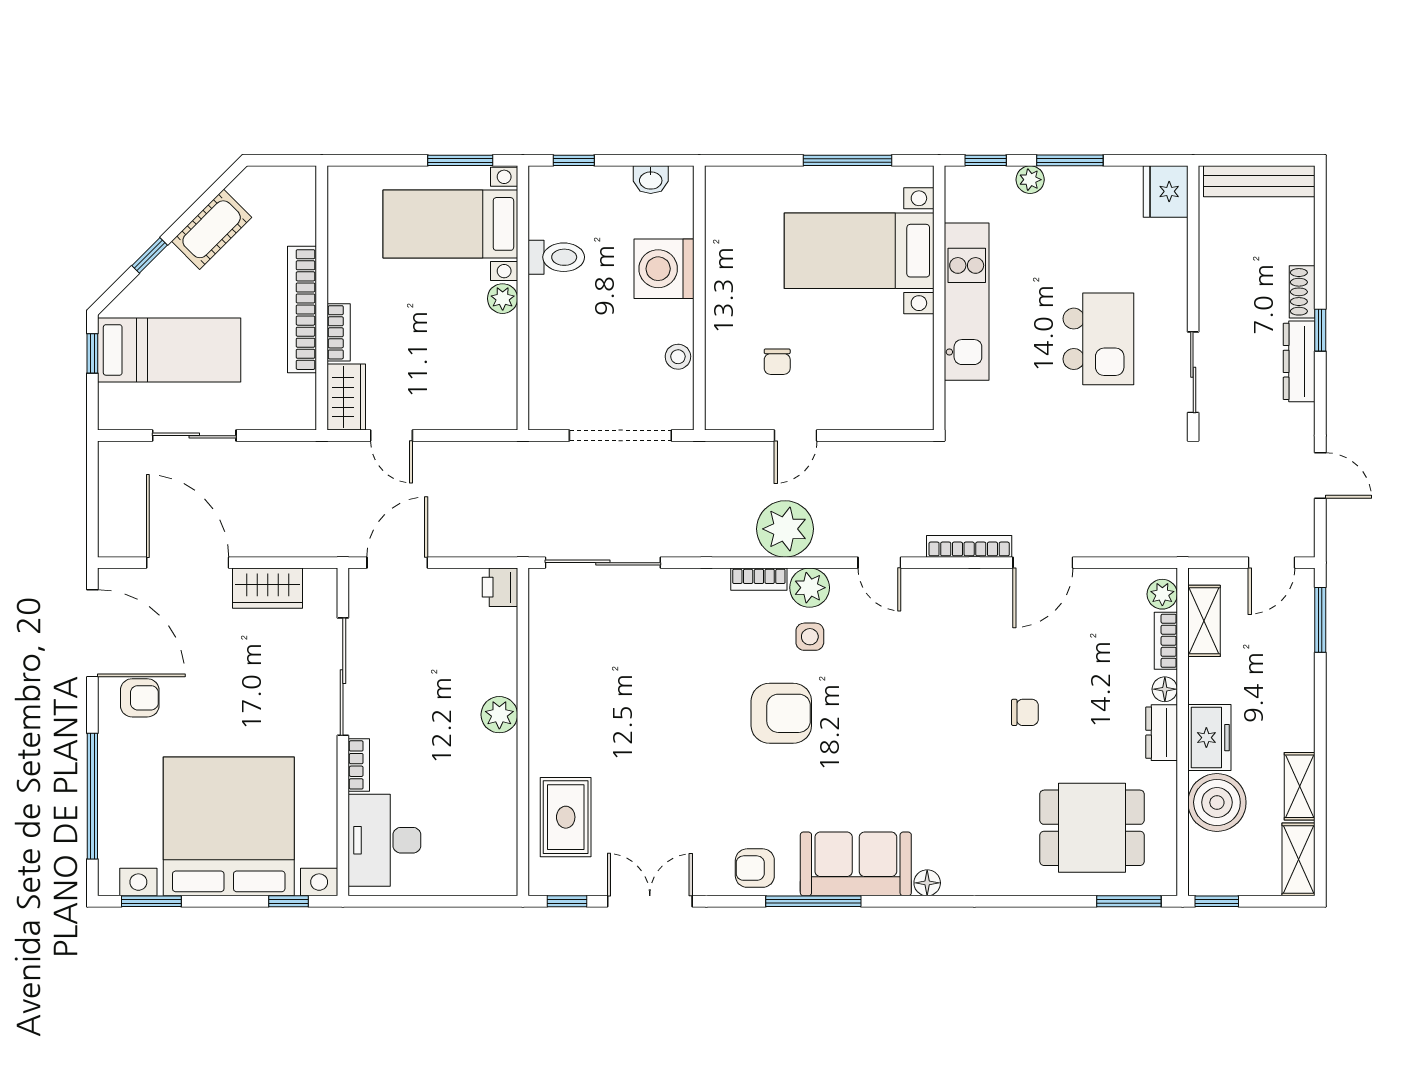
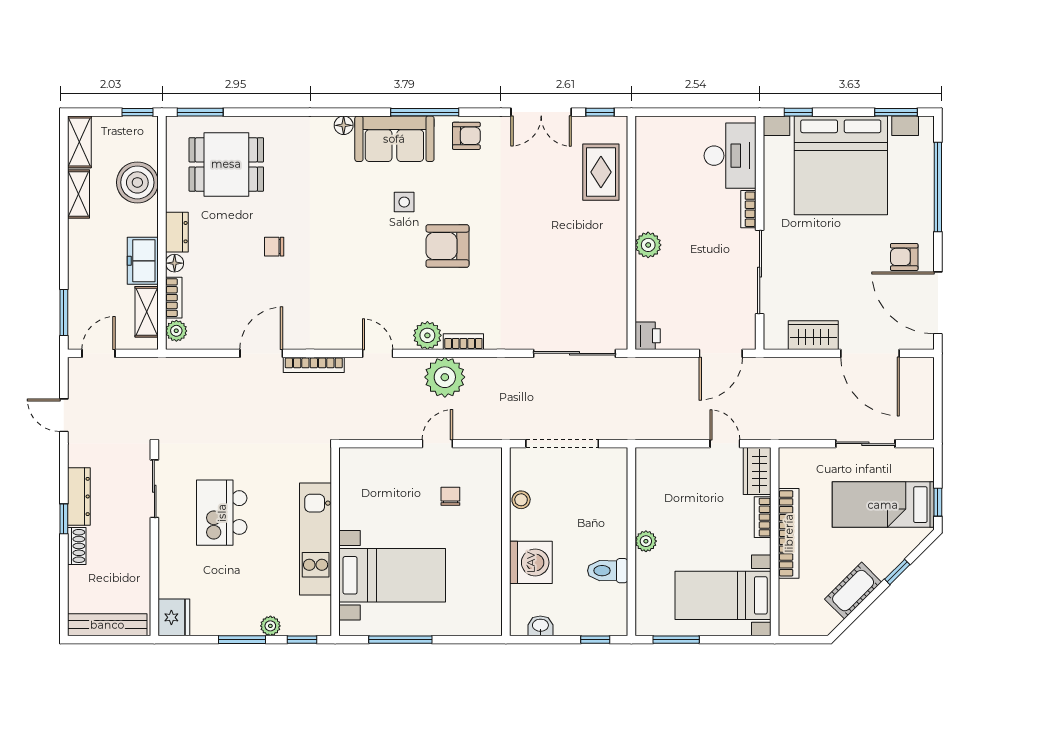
bed with nightstands: (450, 224) -> (723, 595), moved, turned 180
side table: (810, 637) -> (404, 202), moved
freezer: (1209, 738) -> (143, 261), moved

